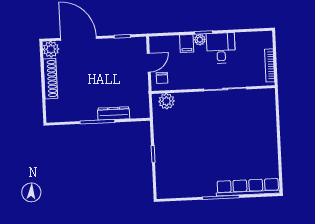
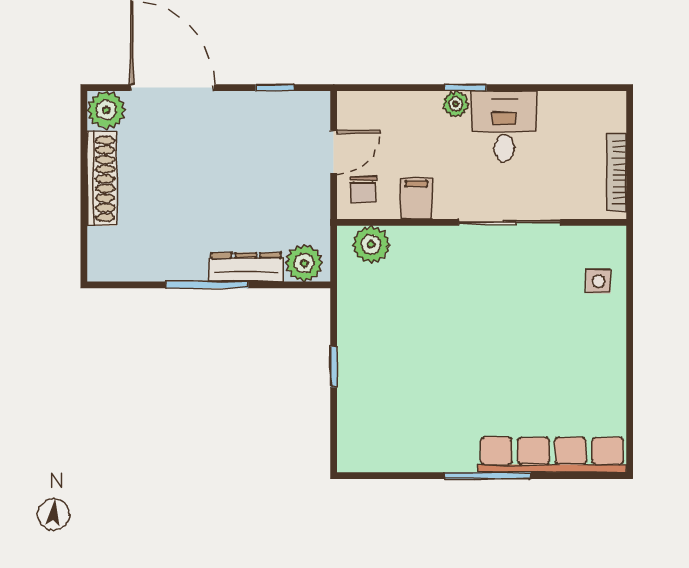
filing cabinet: (187, 44) -> (416, 198), moved, turned 180
plant: (138, 110) -> (304, 263), added
side table: (264, 112) -> (598, 281), added

